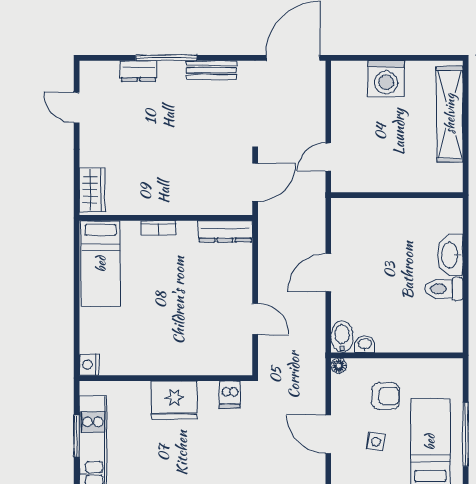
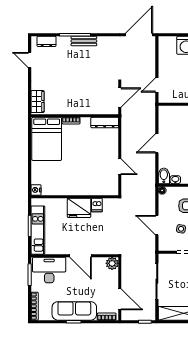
bench: (211, 70) -> (84, 41), moved
dresser: (139, 71) -> (46, 41), moved
bed: (101, 264) -> (47, 139), width x1.50
dishwasher: (230, 395) -> (97, 205), moved

